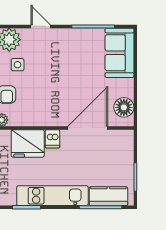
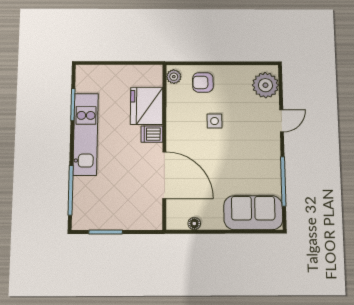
side table: (18, 65) -> (215, 121), moved
floor lamp: (124, 107) -> (194, 224), width x0.53, depth x0.53
kitchen counter: (108, 196) -> (84, 200), removed

